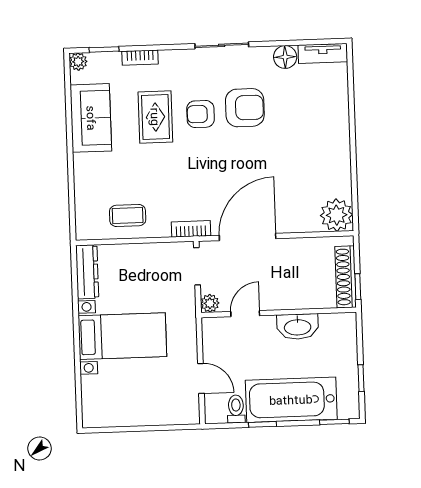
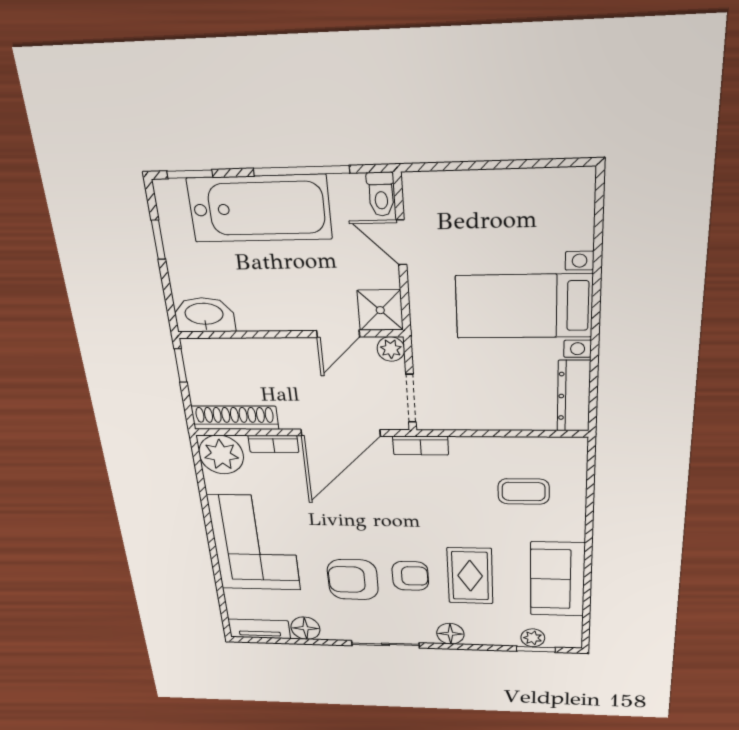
bookcase: (140, 58) -> (273, 444), moved, turned 180
floor lamp: (170, 60) -> (450, 634), added
plant: (78, 62) -> (533, 638), moved
corner sofa: (319, 137) -> (254, 543), added
coffee table: (128, 215) -> (524, 491), moved
shoe rack: (346, 277) -> (235, 418), moved, turned -90
washbasin: (298, 327) -> (204, 315), moved
shower: (216, 331) -> (380, 310), added
toilet: (236, 409) -> (381, 194), moved
window: (262, 424) -> (301, 171), width x2.17

